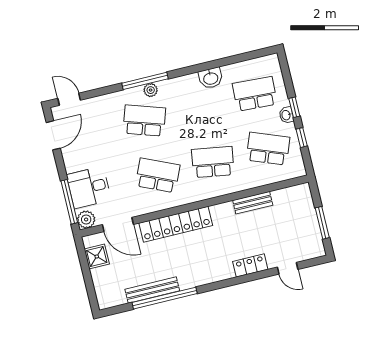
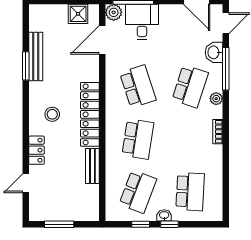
washbasin: (211, 78) -> (214, 52), moved
bookcase: (185, 80) -> (218, 132), added
window: (145, 81) -> (226, 69), moved
school desk: (158, 175) -> (138, 86), turned -42
locker: (176, 224) -> (90, 114), moved
stool: (209, 258) -> (52, 114), added
window: (165, 298) -> (26, 66), width x0.47

